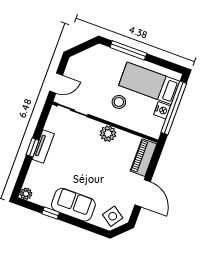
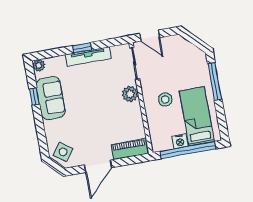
plant: (108, 134) -> (130, 94), moved
tv unit: (43, 147) -> (88, 56), width x1.41
sofa: (73, 205) -> (51, 98), moved

